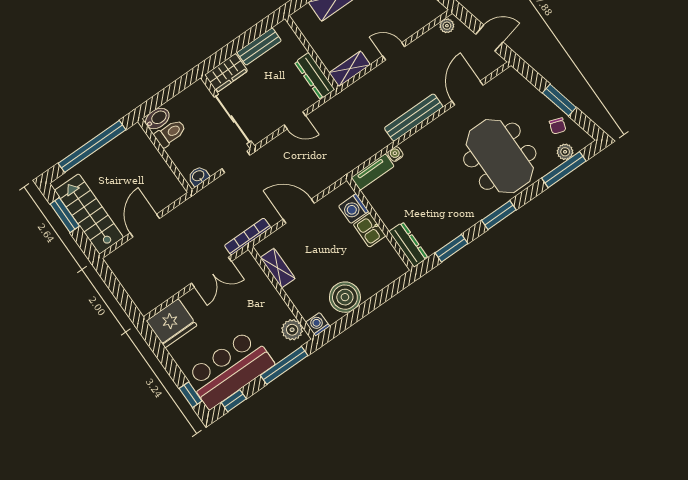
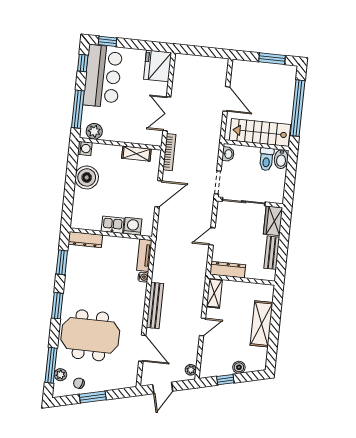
stairs: (89, 214) -> (260, 132), moved, turned 180

